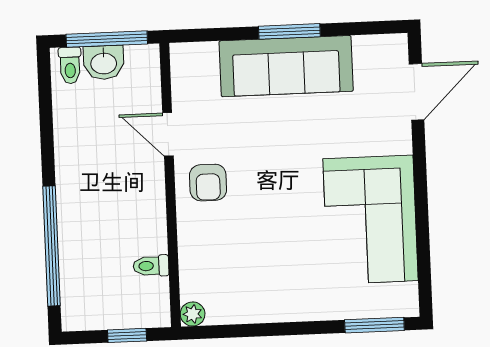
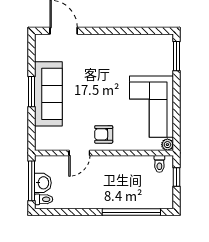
armchair: (208, 183) -> (104, 134), turned 180
corner sofa: (370, 220) -> (151, 107), moved, turned 90
toilet: (151, 266) -> (159, 164), moved

